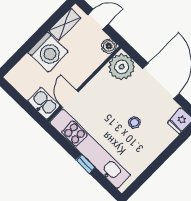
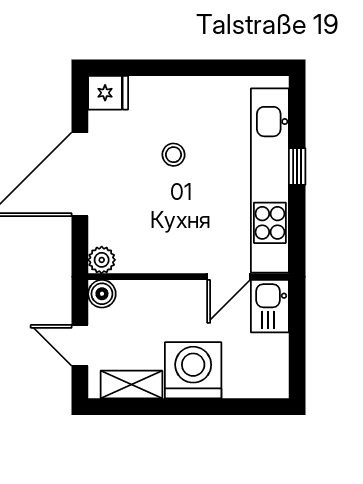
plant: (122, 67) -> (102, 260), width x0.53, depth x0.53

